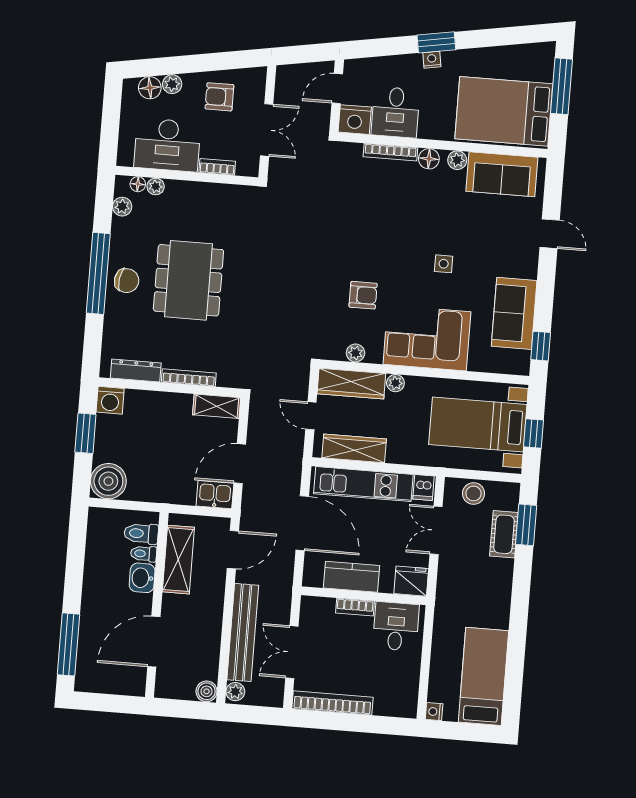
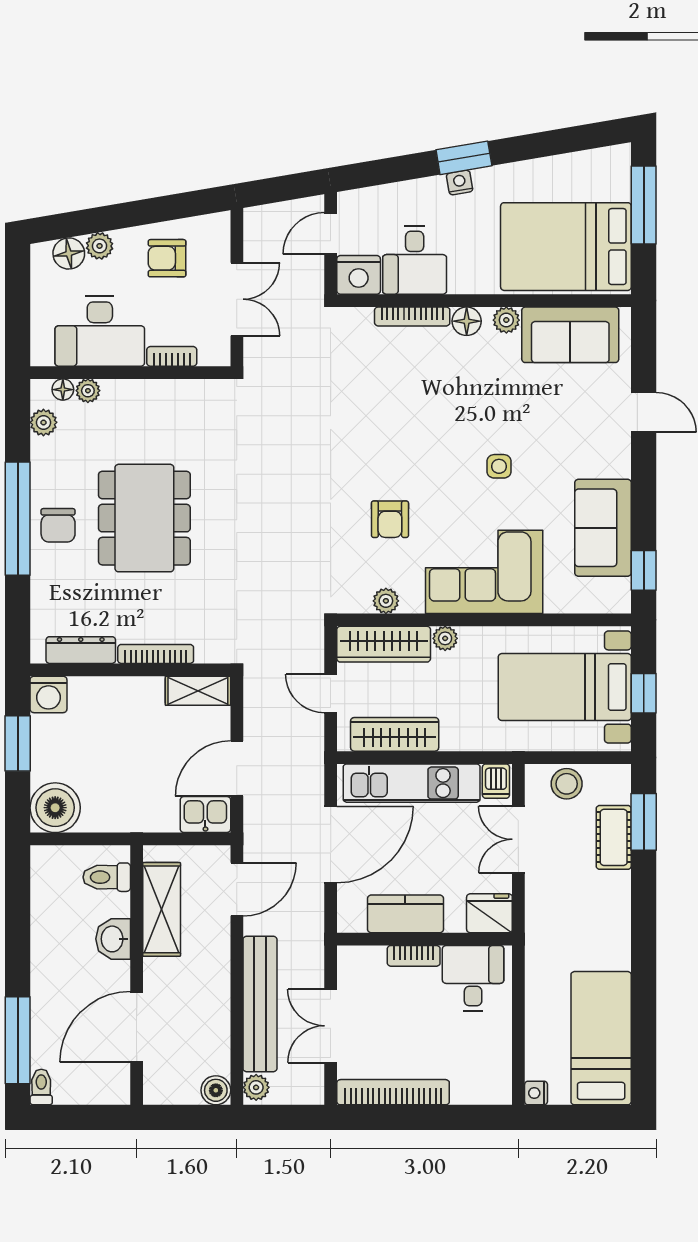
chair: (127, 281) -> (58, 525), turned 82
armchair: (363, 295) -> (390, 519), turned 90
door: (302, 523) -> (331, 845), hinge flipped
toilet: (144, 554) -> (41, 1087), moved, turned 90

